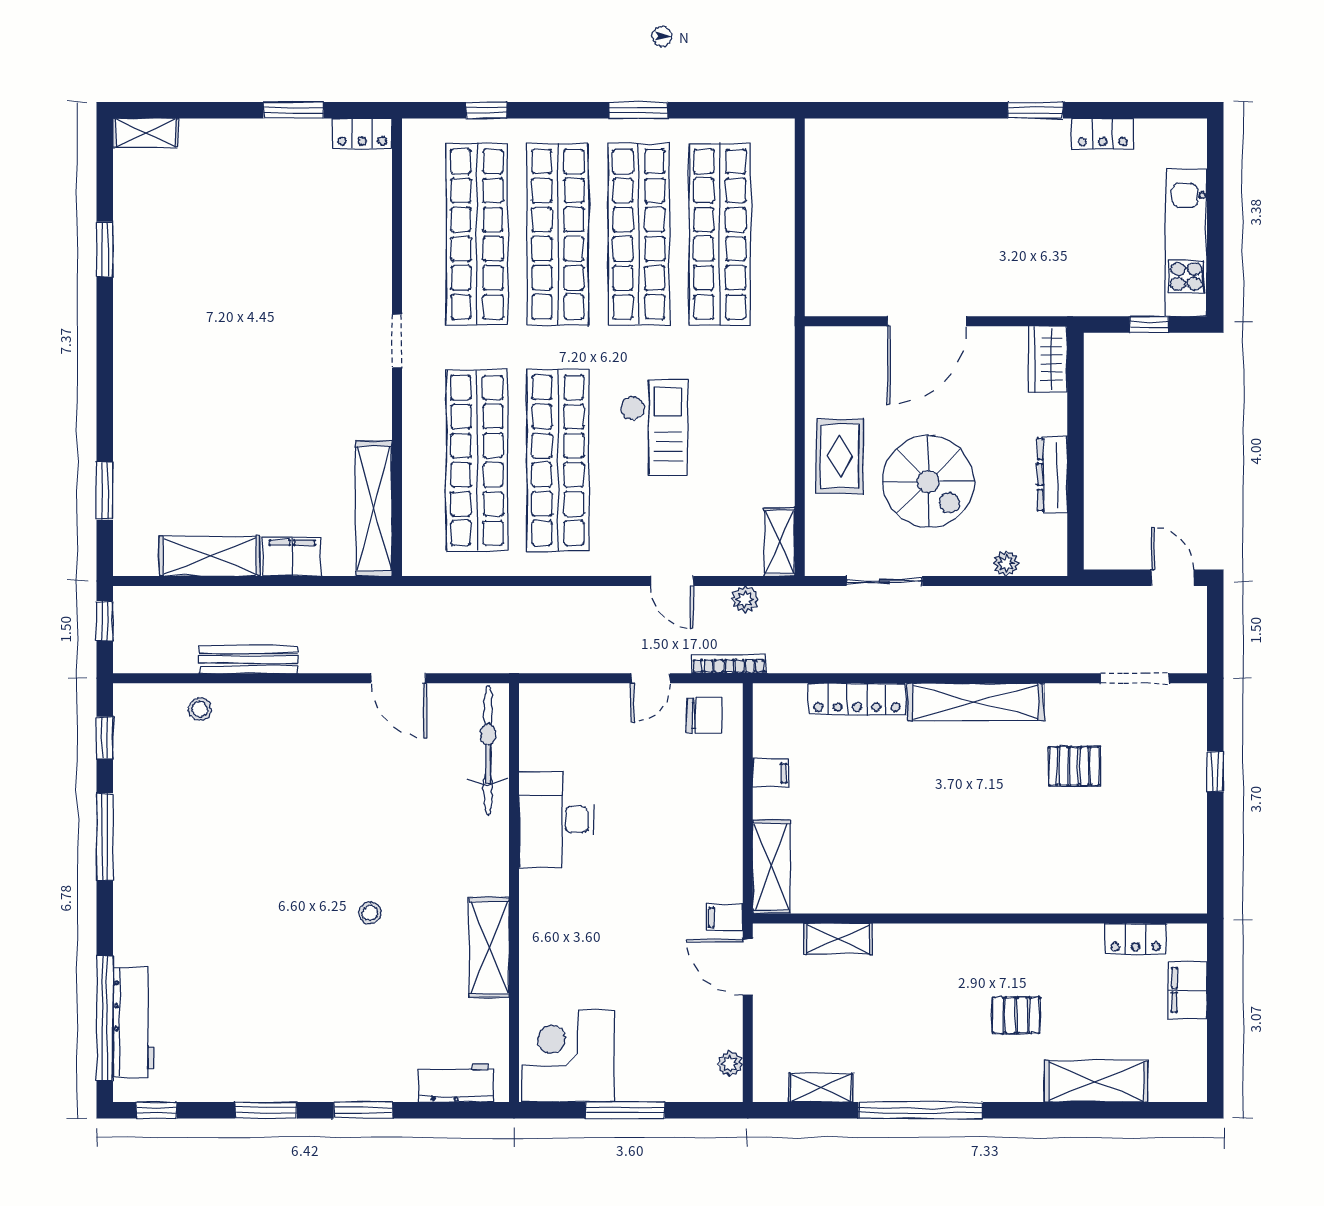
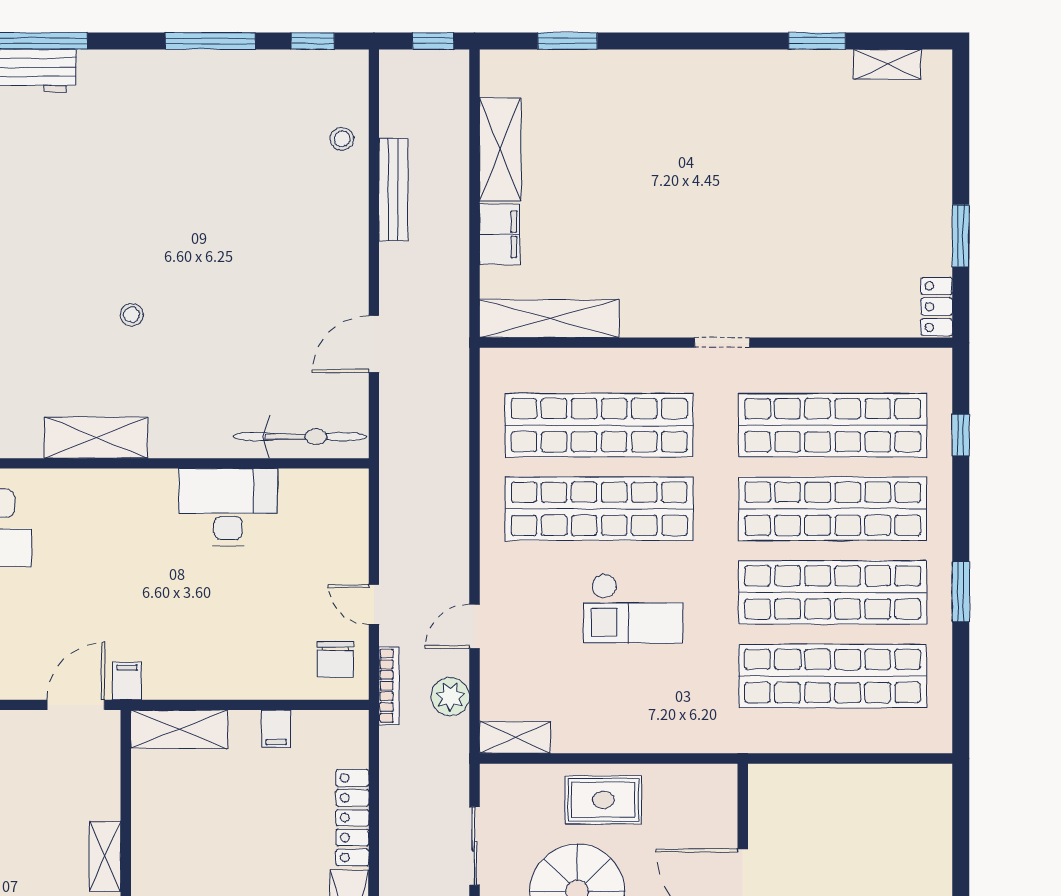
shelving: (145, 133) -> (888, 64), moved, turned 90
plant: (745, 599) -> (450, 697), width x1.38, depth x1.38
shelving: (838, 939) -> (105, 856), moved

